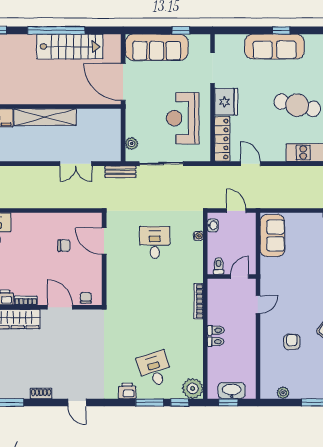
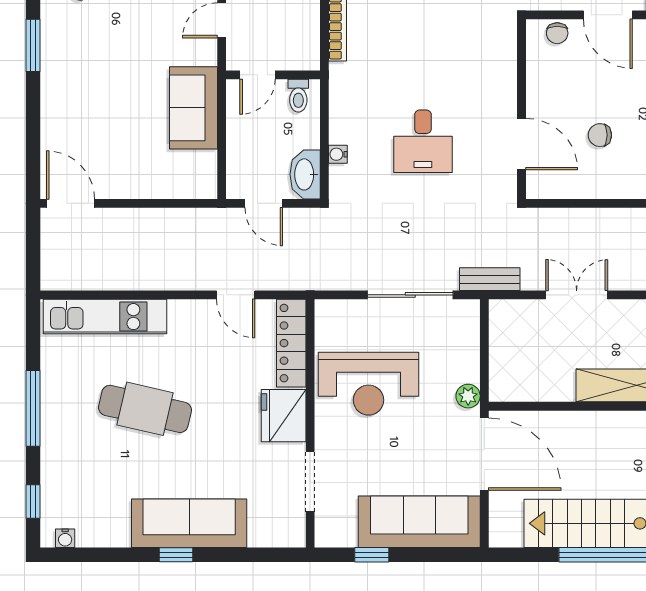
reception desk: (183, 118) -> (368, 384), turned 90
plant: (132, 144) -> (468, 396), moved
washbasin: (213, 225) -> (305, 174), width x1.91, depth x1.45
sofa: (272, 235) -> (193, 108), moved

